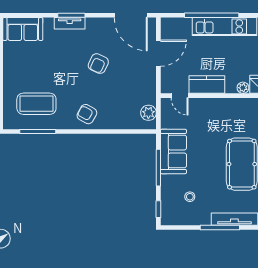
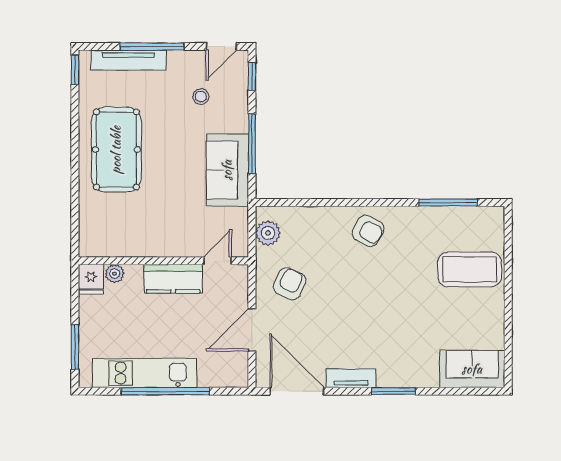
tv unit: (70, 23) -> (351, 378), moved
armchair: (98, 64) -> (290, 284), moved
door: (180, 96) -> (217, 261), hinge flipped
coffee table: (36, 104) -> (470, 269), moved
door: (177, 228) -> (221, 47), added

